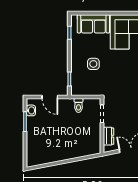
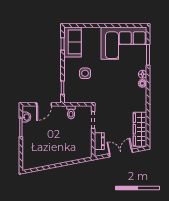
sofa: (93, 24) -> (73, 42), moved, turned -90
door: (50, 97) -> (44, 104), hinge flipped

